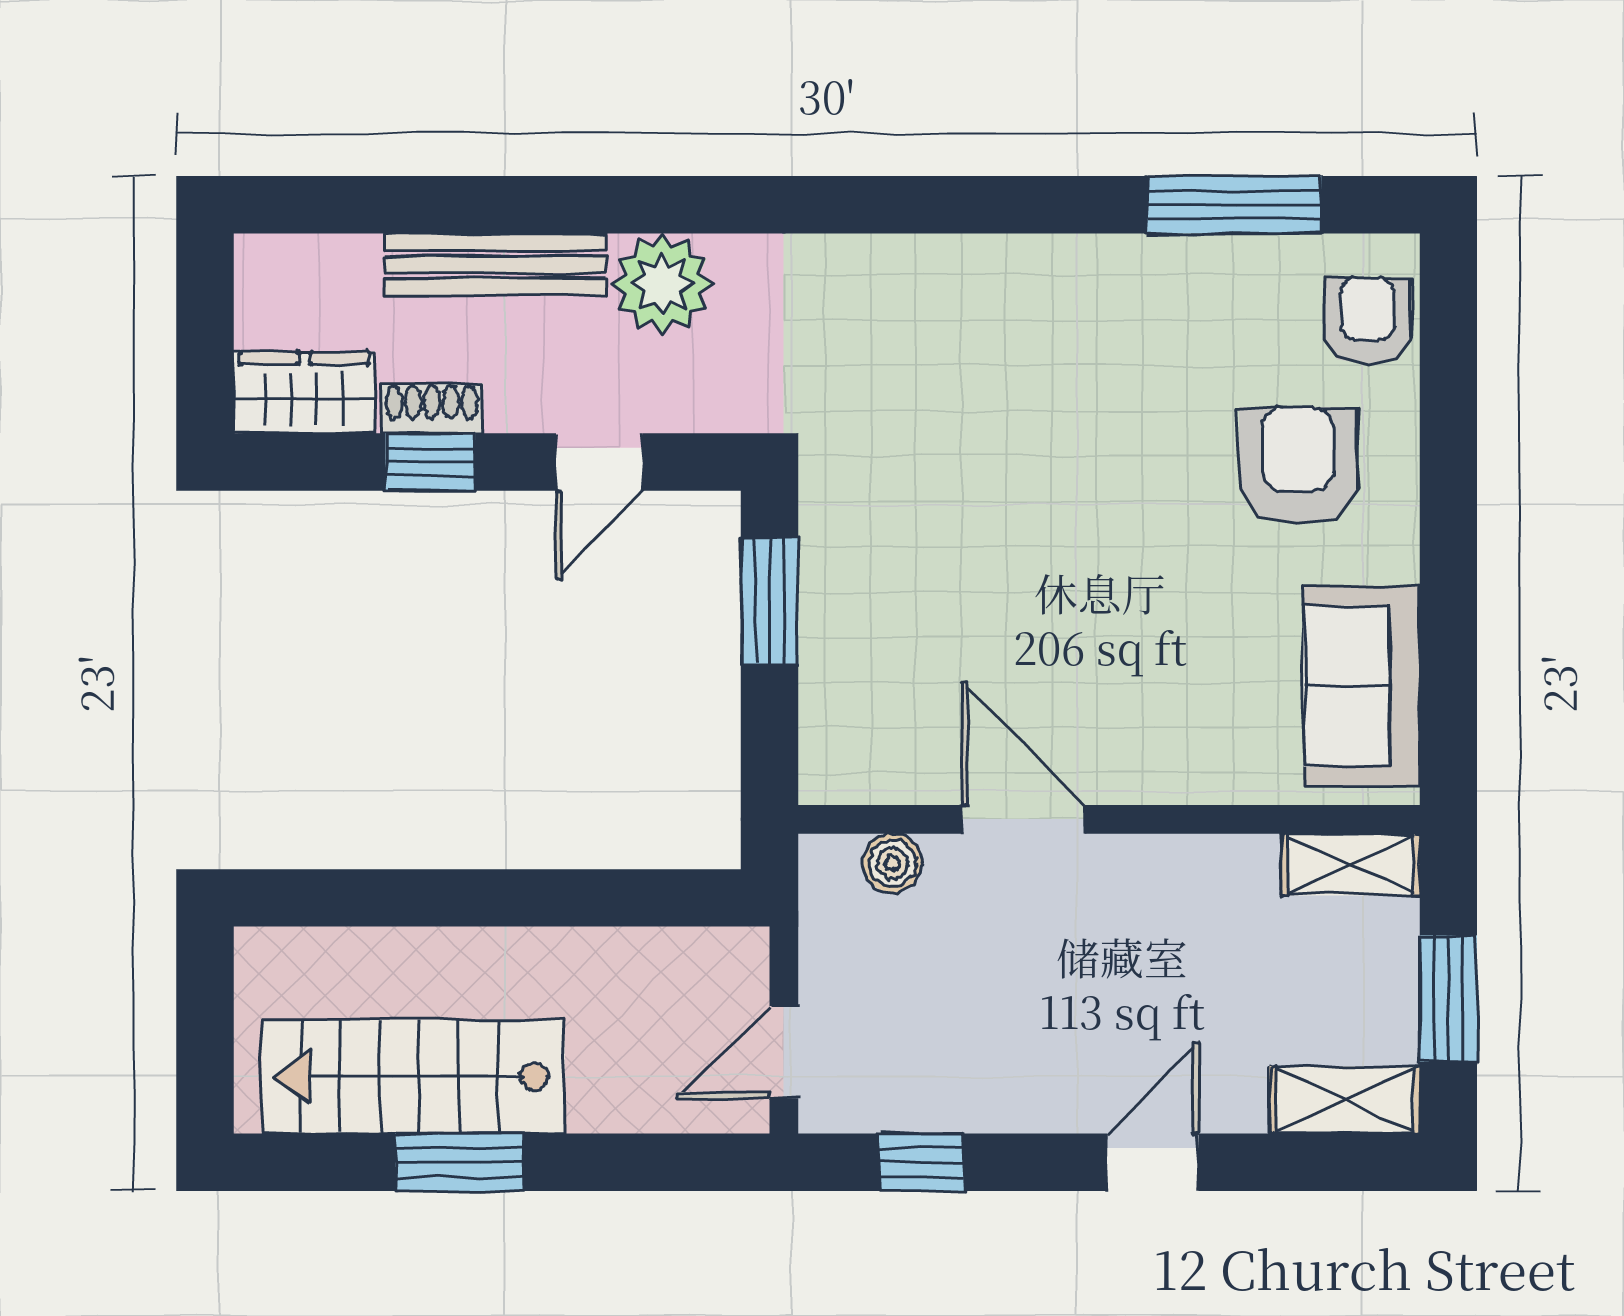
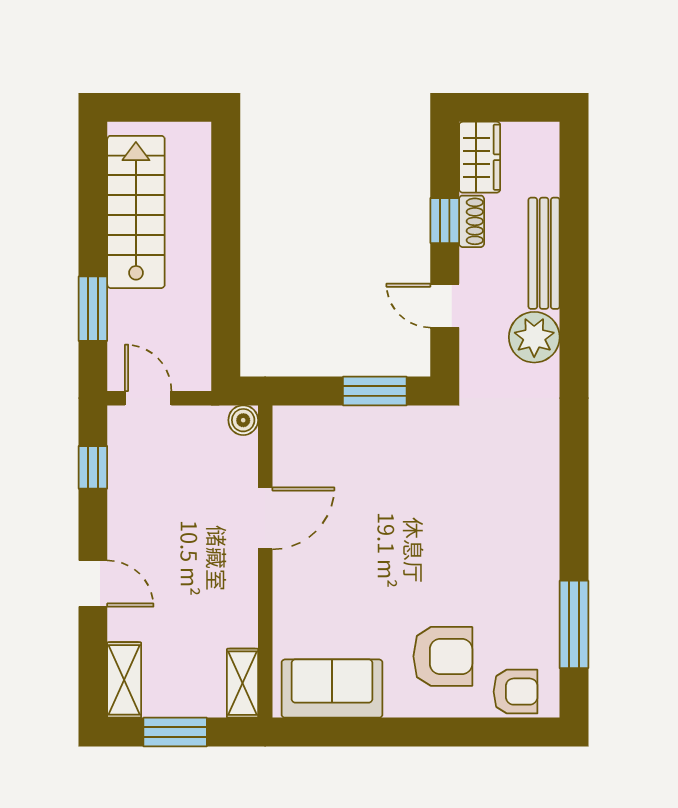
boiler: (892, 863) -> (243, 420), moved
window: (459, 1162) -> (93, 309), moved

